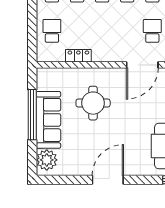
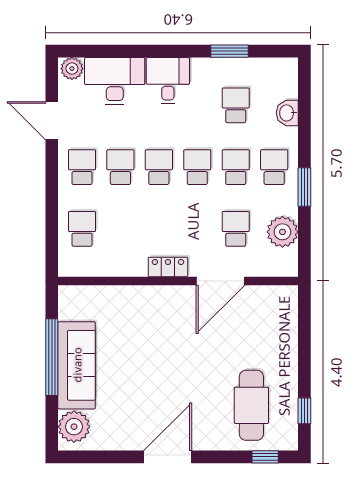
locker: (78, 56) -> (168, 267), moved
round table: (93, 103) -> (145, 339), removed

